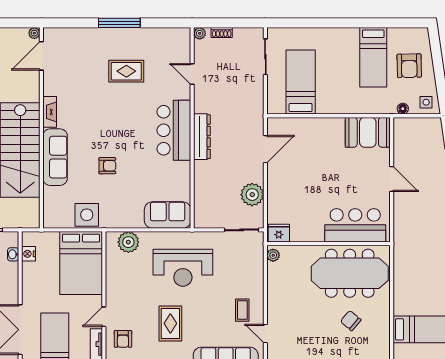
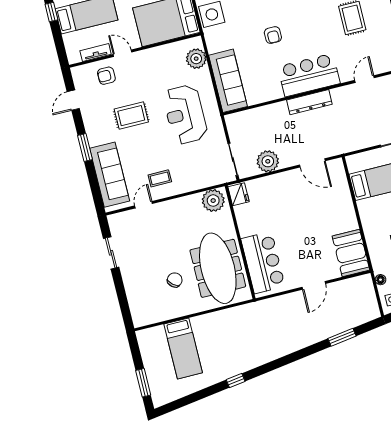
armchair: (107, 166) -> (273, 35), moved
sofa: (168, 215) -> (228, 81), width x1.36
plant: (273, 255) -> (213, 201), width x1.88, depth x1.88

